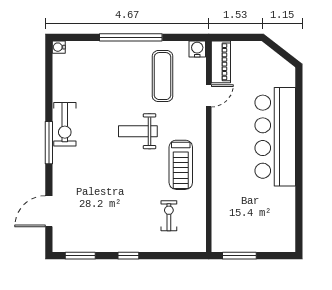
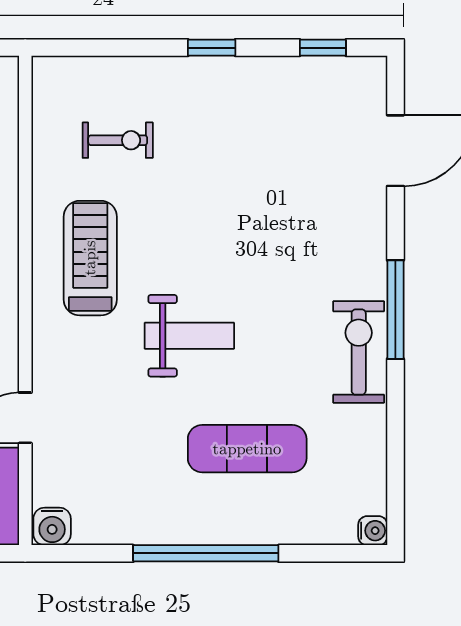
exercise mat: (163, 76) -> (247, 449), moved, turned 90
exercise bike: (169, 216) -> (118, 140), turned -90
window: (80, 256) -> (323, 48), width x0.67

